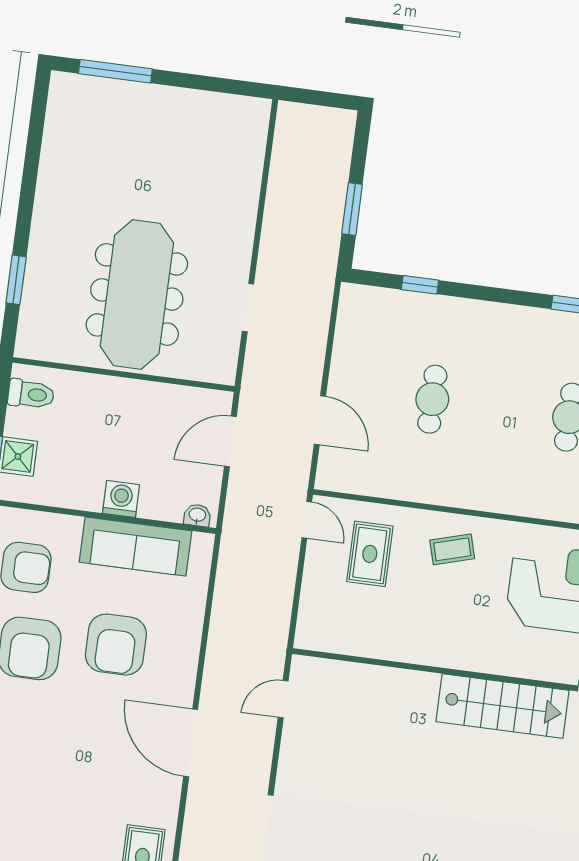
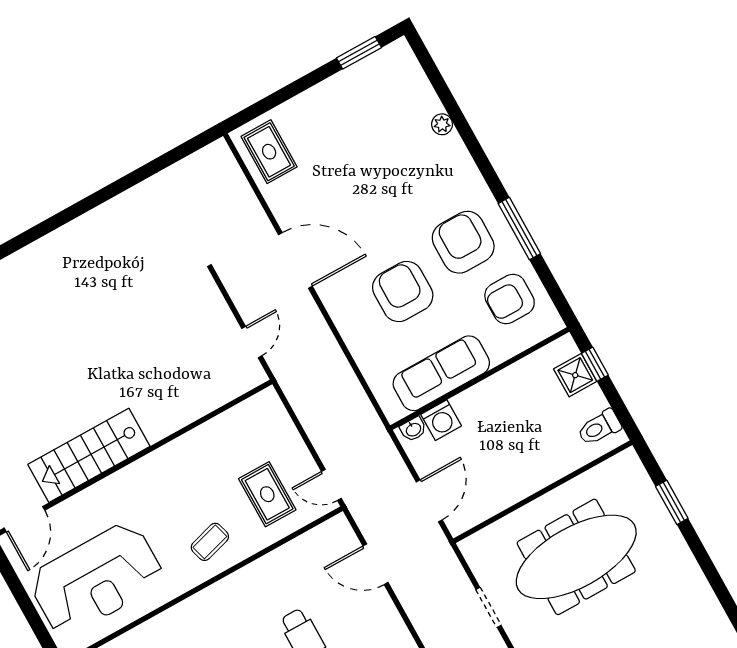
meeting table: (137, 294) -> (576, 557), turned 90
washing machine: (121, 499) -> (441, 420), moved

